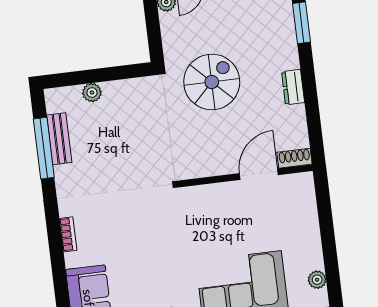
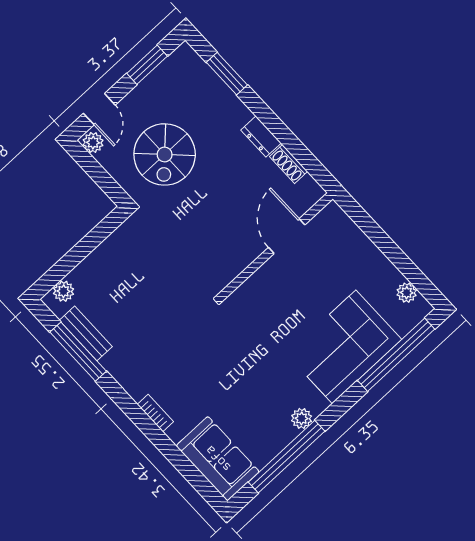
spiral stairs: (212, 82) -> (165, 154), moved, turned 180
plant: (92, 93) -> (64, 291), moved
shoe rack: (294, 158) -> (289, 164), moved, turned -90

